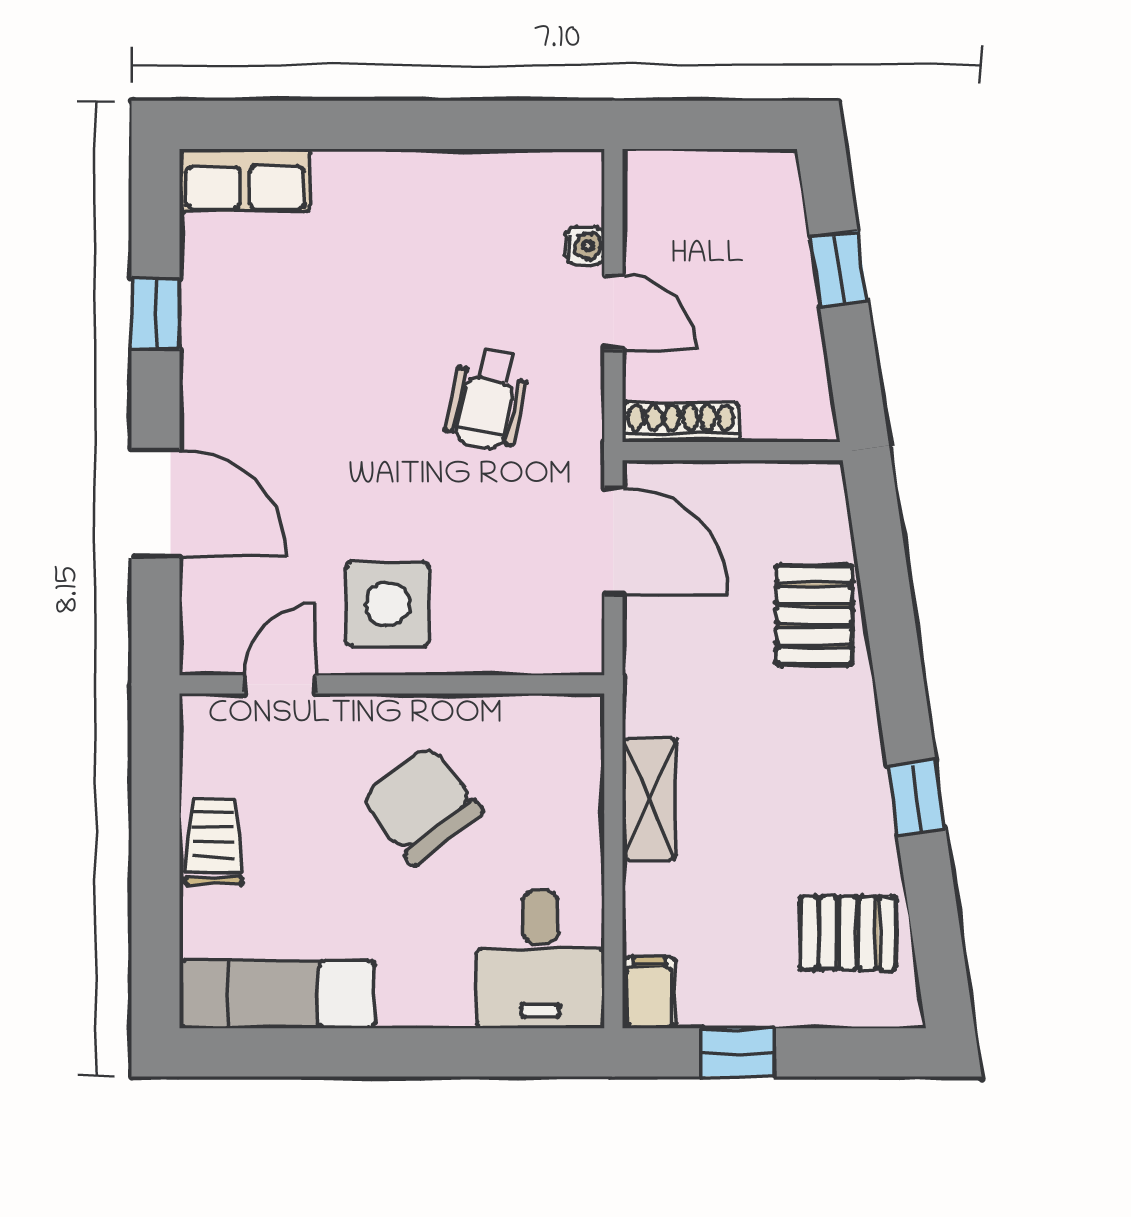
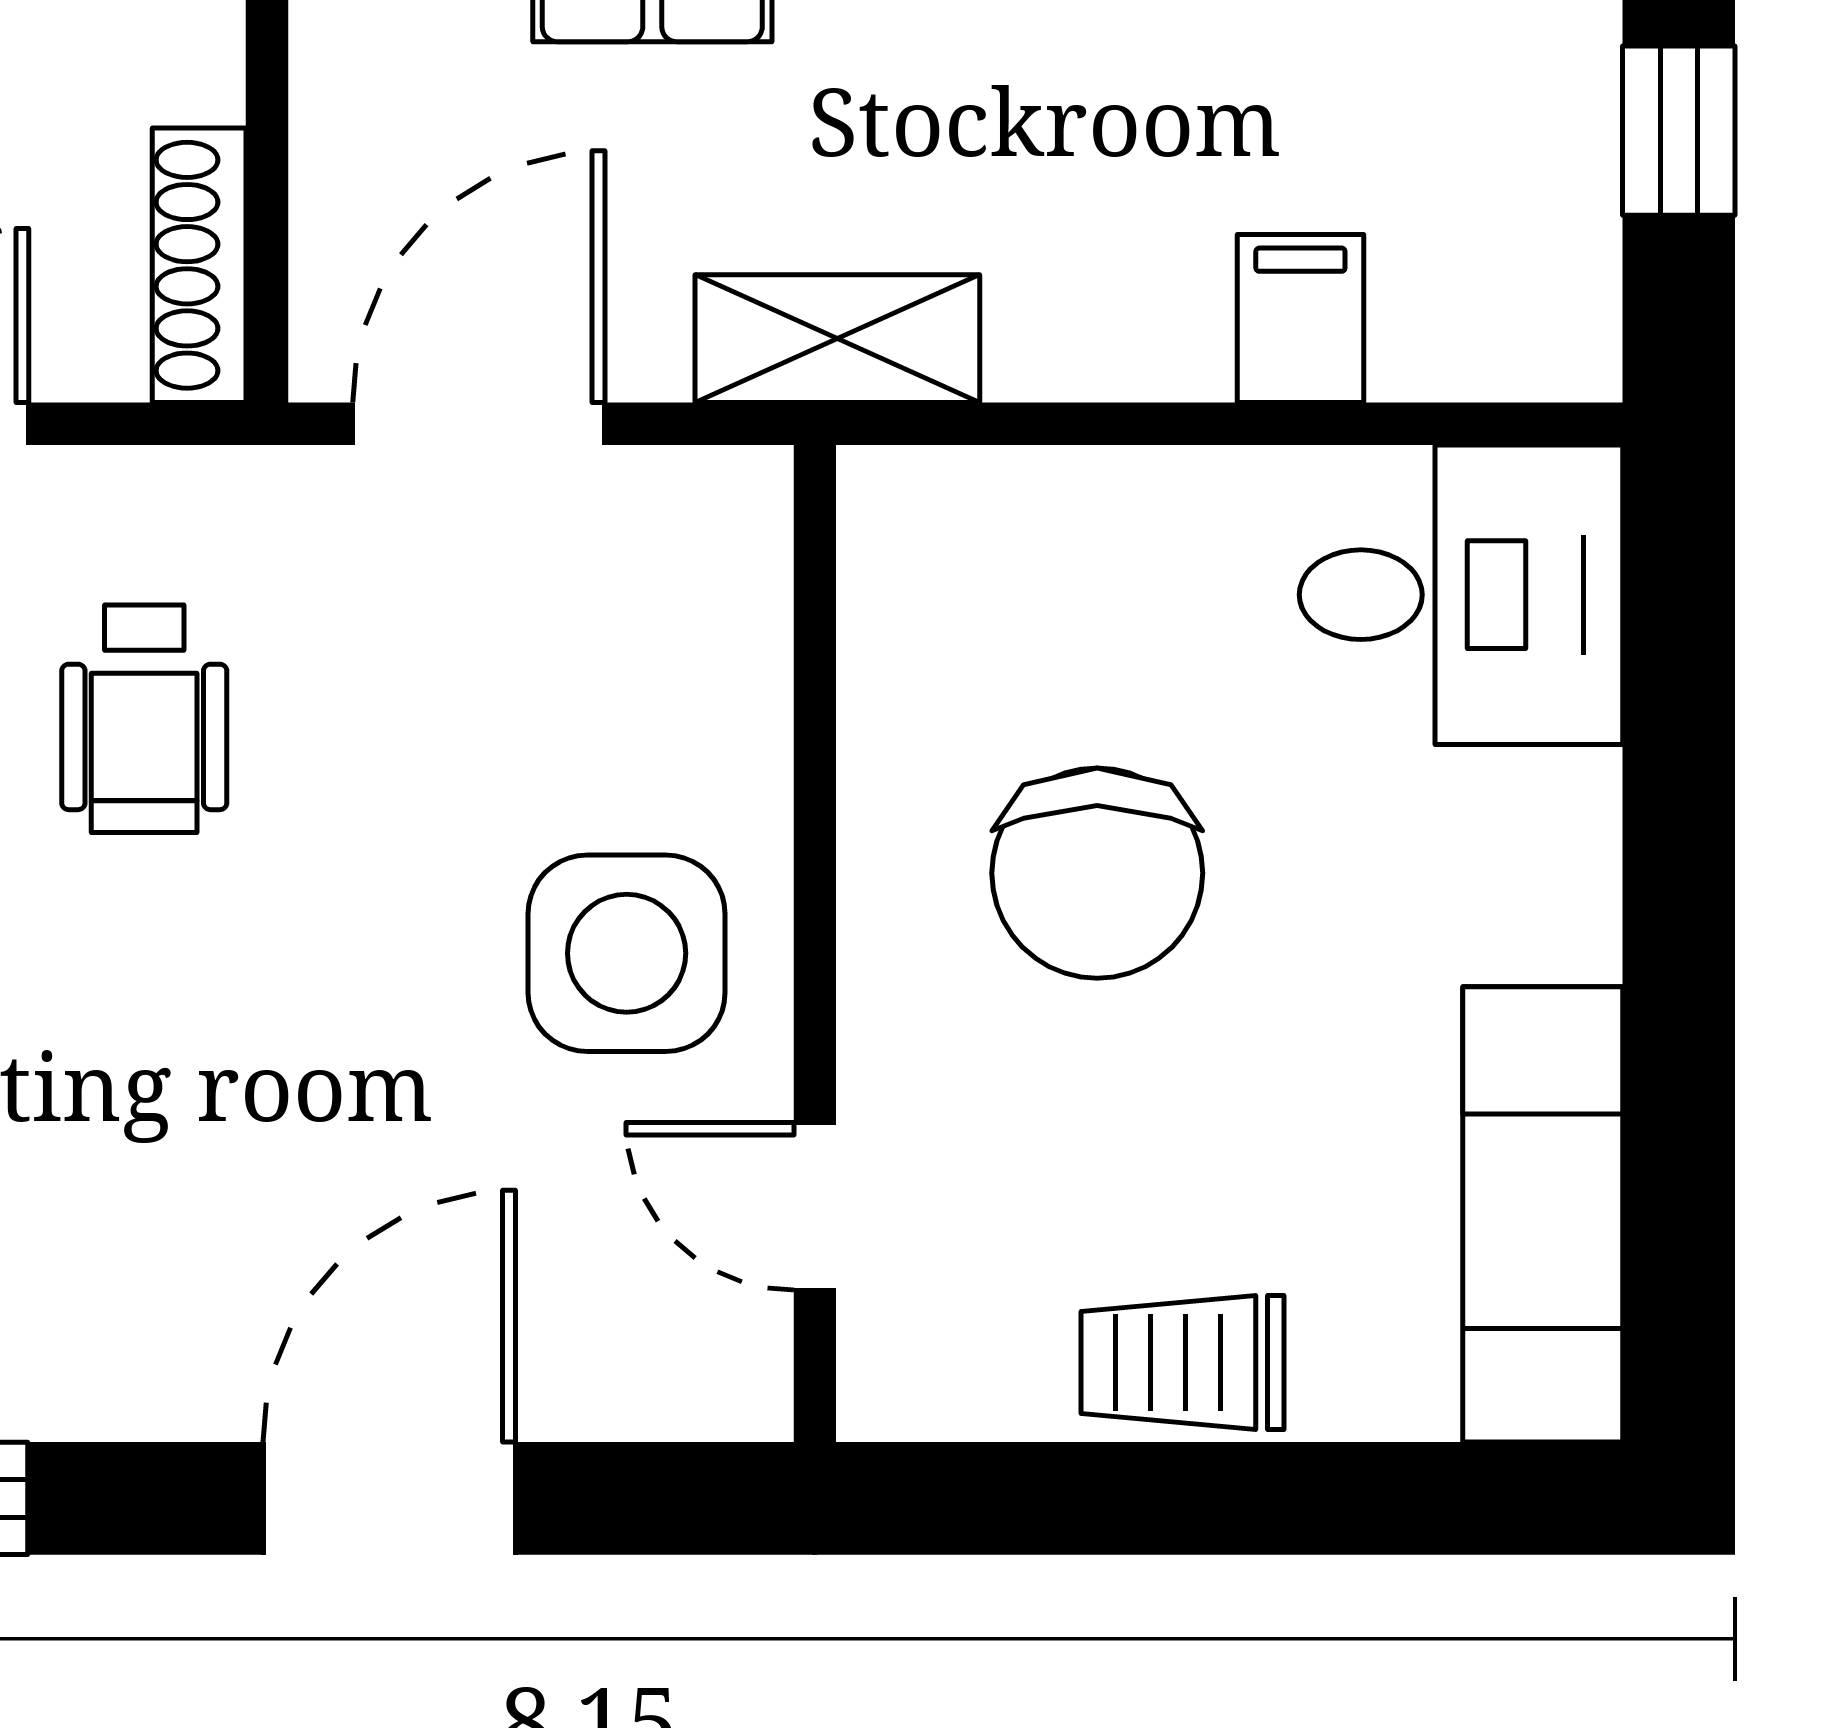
wheelchair: (488, 399) -> (144, 719), turned 77
shelving: (650, 799) -> (837, 339), moved
chair: (422, 805) -> (1097, 873), turned -52
filing cabinet: (649, 993) -> (1300, 319), moved, turned 90

